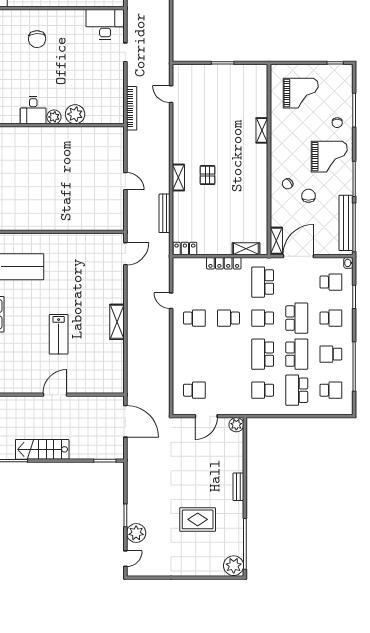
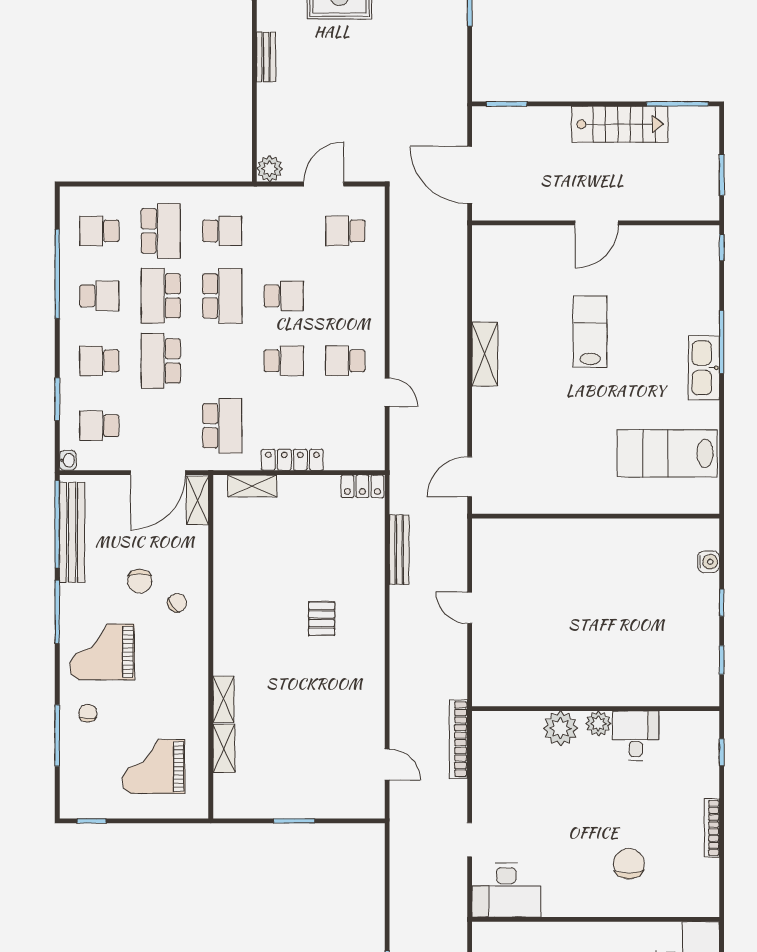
shelving: (178, 177) -> (224, 748), moved
school desk: (263, 318) -> (284, 296), moved

